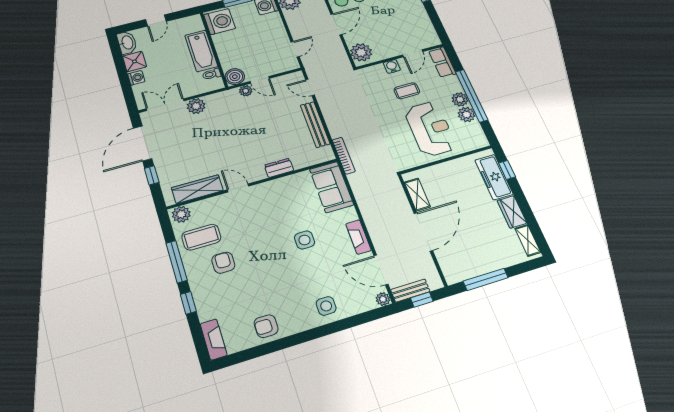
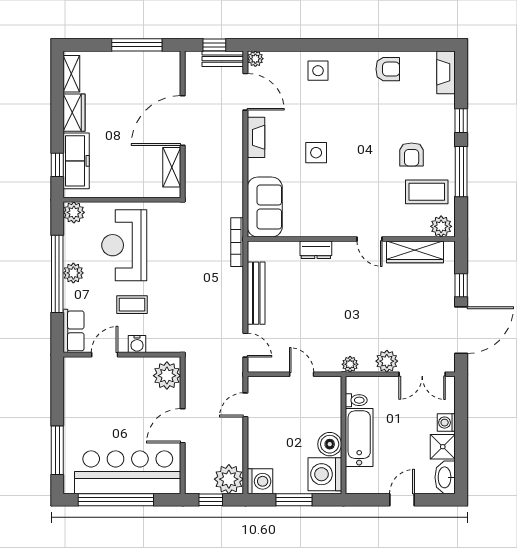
boiler: (235, 77) -> (330, 444), moved
plant: (246, 91) -> (350, 364), moved
plant: (467, 115) -> (74, 212), moved

